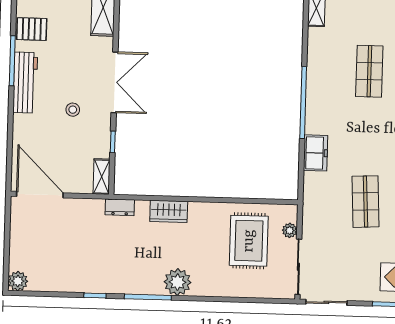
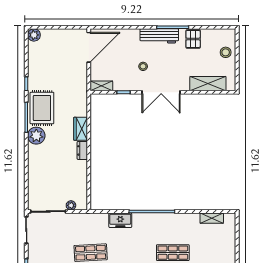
dresser: (120, 207) -> (82, 150), moved
rug: (249, 241) -> (42, 108), moved, turned 90

